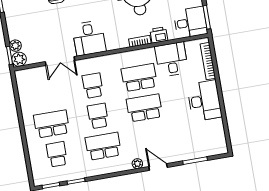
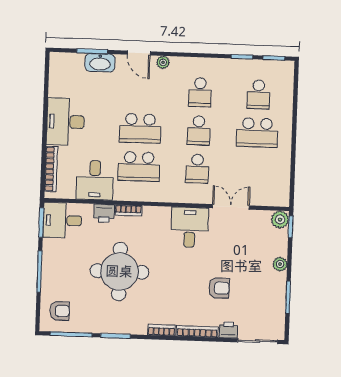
plant: (15, 46) -> (280, 264), moved
school desk: (103, 146) -> (200, 92), width x0.54
washbasin: (187, 153) -> (100, 63), added

